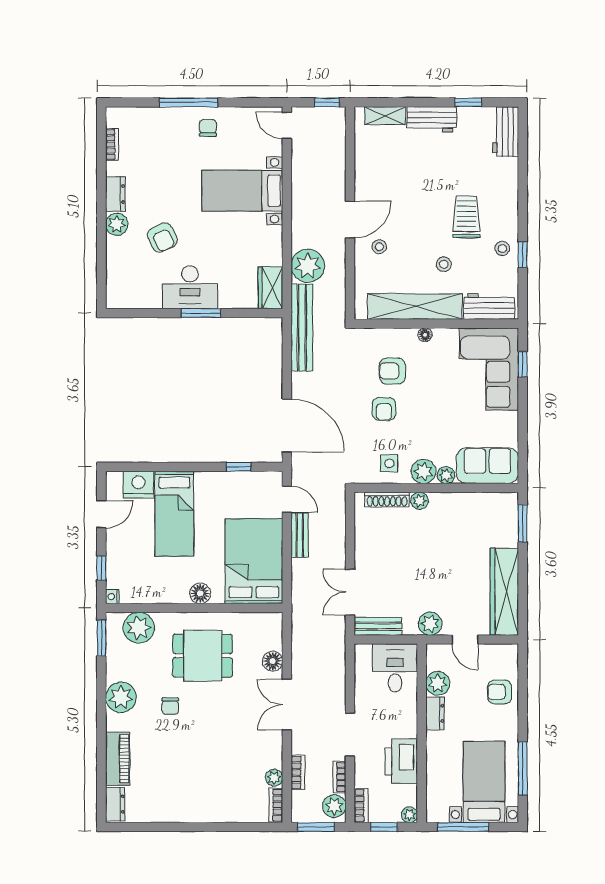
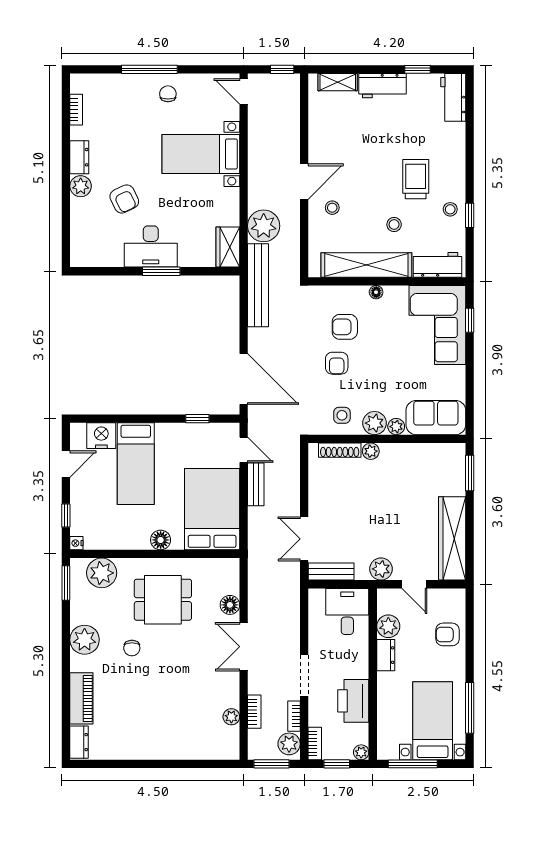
bookcase: (276, 805) -> (233, 743), removed

